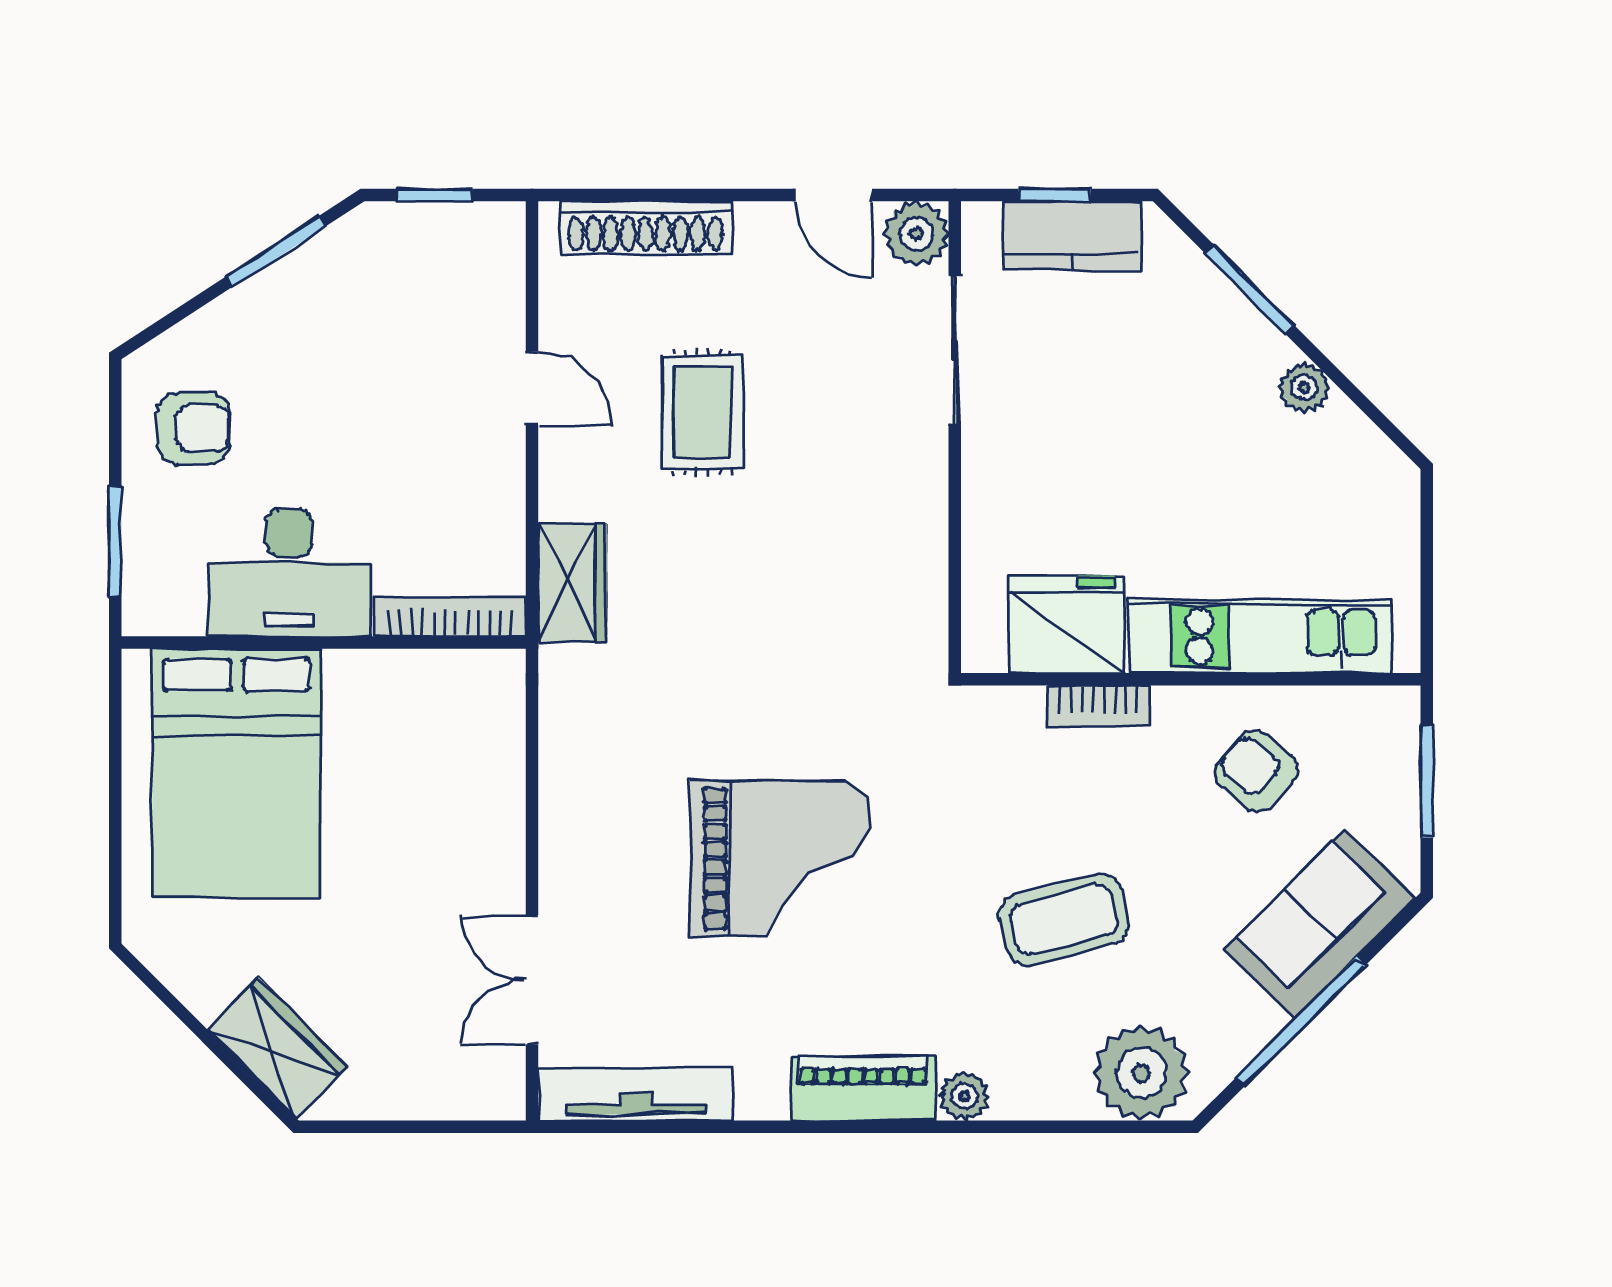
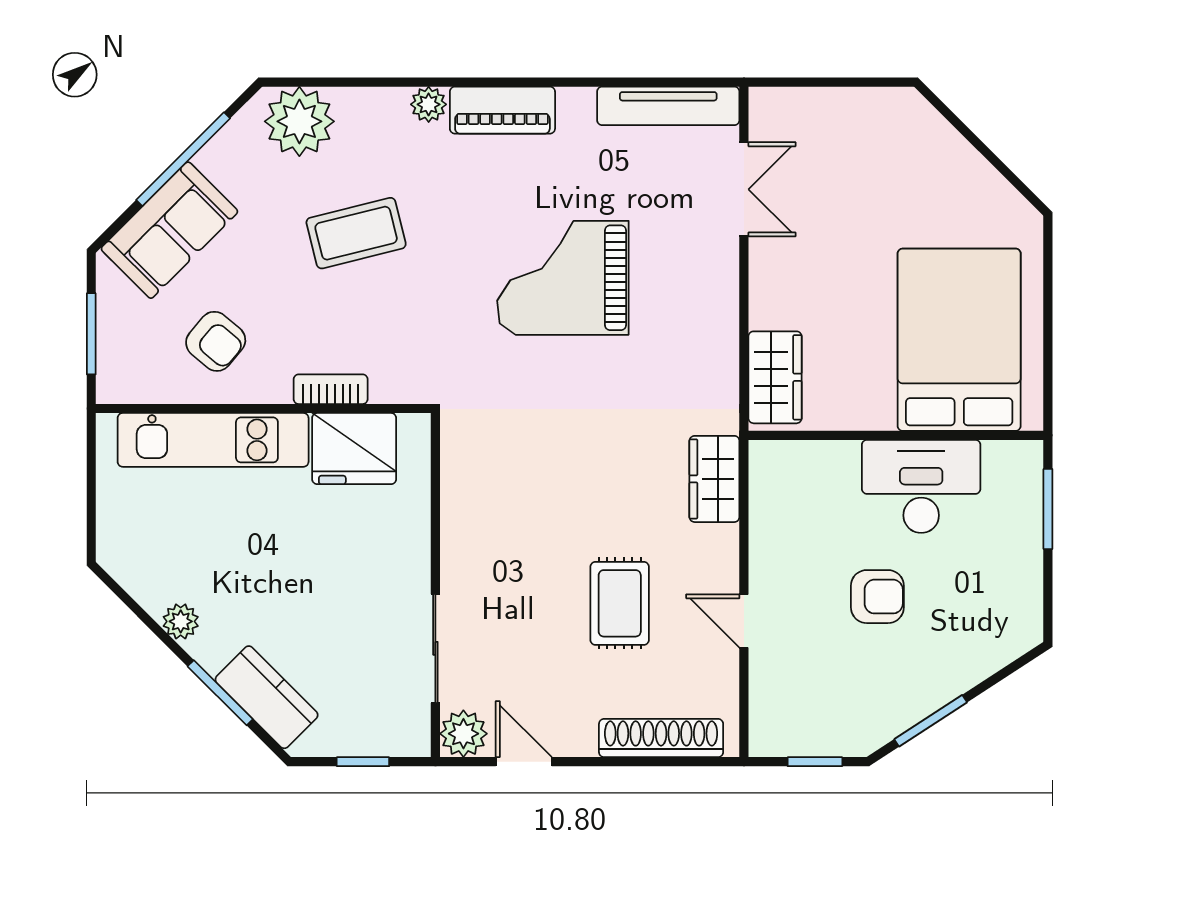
kitchen counter: (1072, 236) -> (267, 697), moved, turned 45
armchair: (193, 428) -> (877, 597), moved, turned 180
bookcase: (450, 617) -> (803, 454), removed
wardrobe: (277, 1048) -> (775, 377), moved, turned -135

